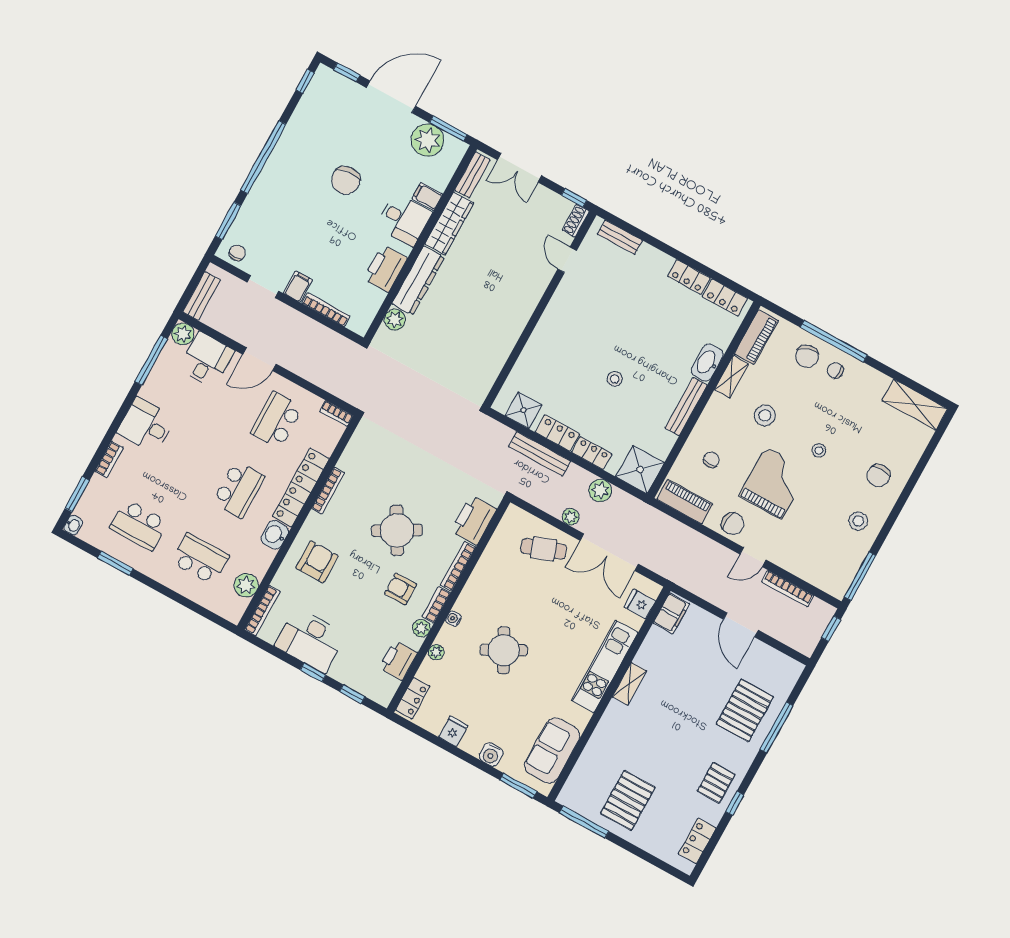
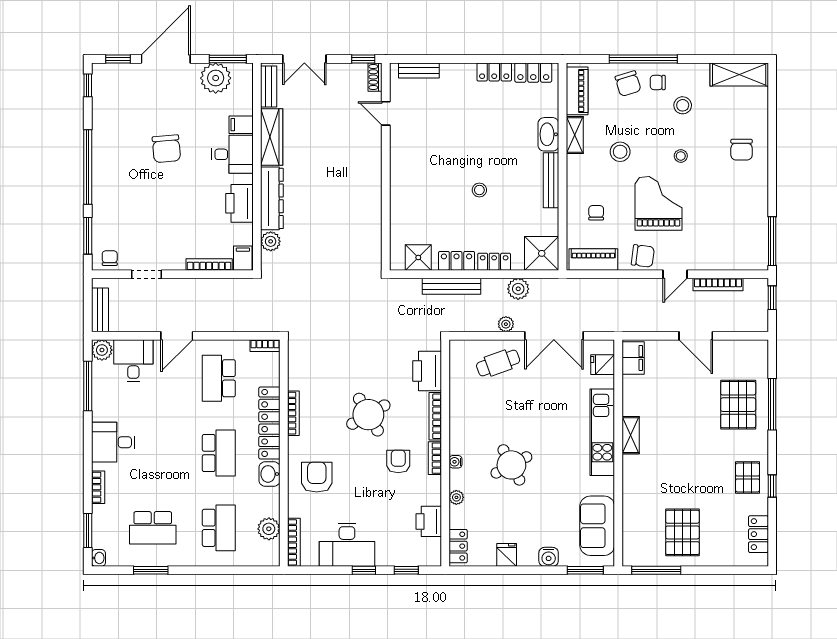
filing cabinet: (298, 286) -> (243, 258), moved
stool: (858, 521) -> (683, 105), moved
school desk: (200, 559) -> (219, 528), turned 90
armchair: (401, 589) -> (398, 461), turned 90
plant: (421, 628) -> (433, 484), removed

